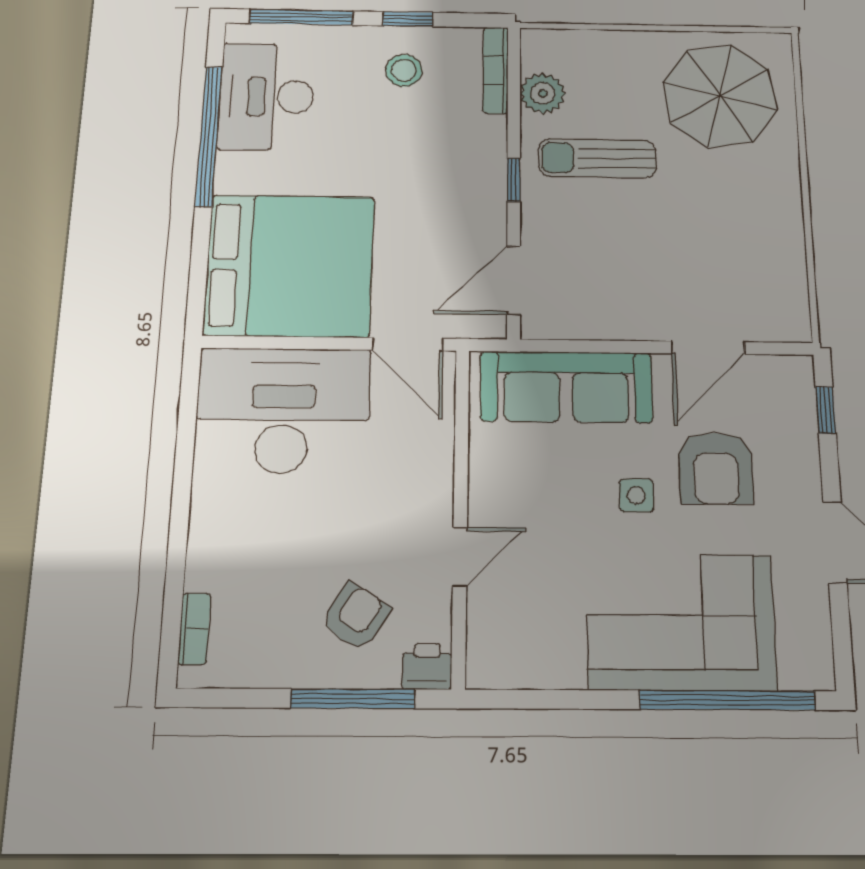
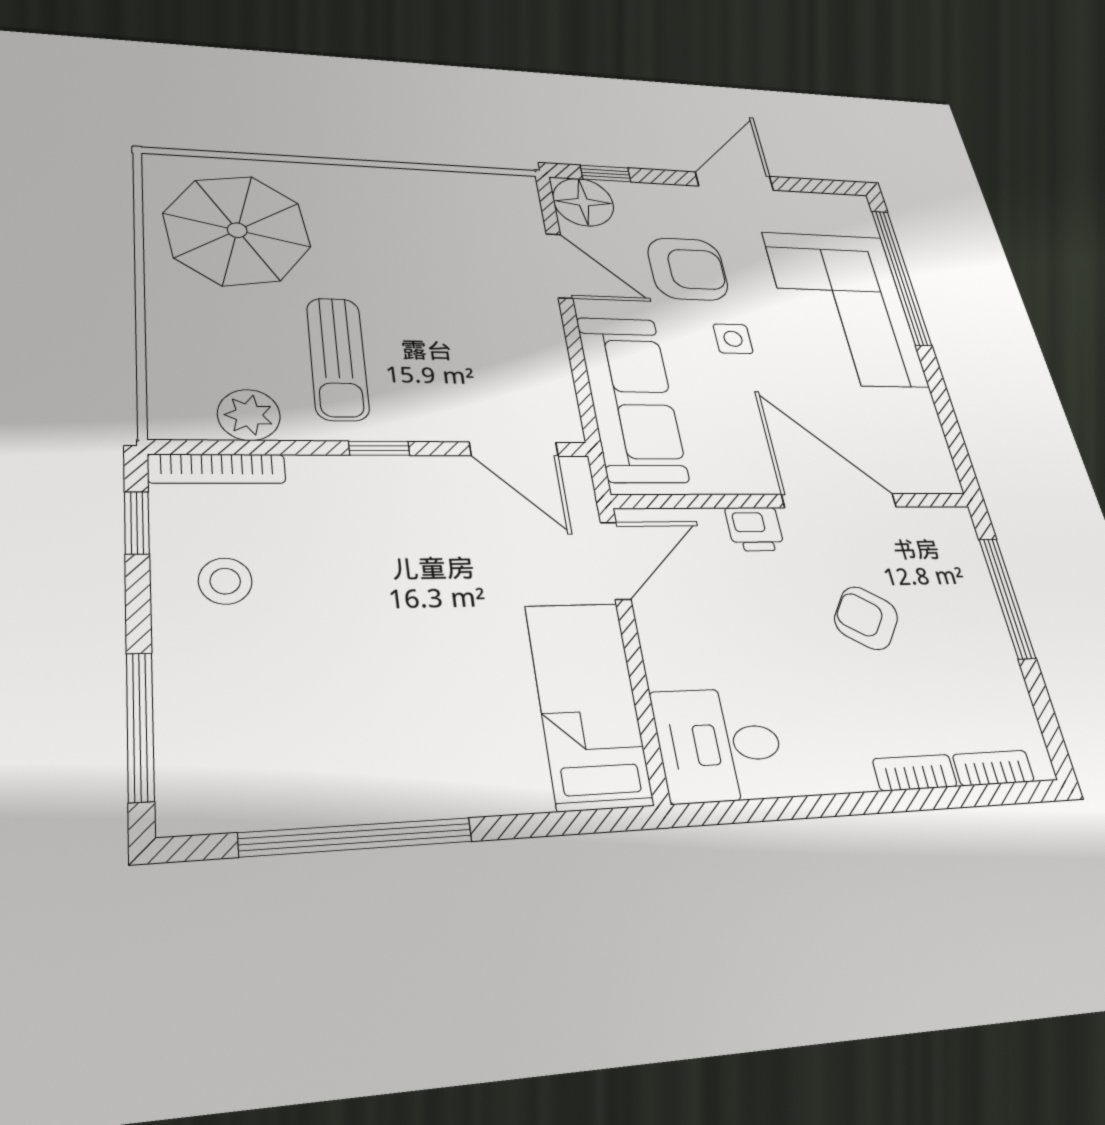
window: (408, 19) -> (137, 523), moved
desk: (267, 97) -> (283, 762), removed
bed: (290, 265) -> (588, 704), width x0.49
floor lamp: (787, 382) -> (583, 202), added
desk: (283, 410) -> (720, 744), width x0.53, depth x0.77
bookcase: (200, 554) -> (915, 773), added
door: (460, 557) -> (839, 501), width x1.88
armchair: (356, 616) -> (866, 618), moved
printer: (427, 667) -> (755, 529), moved, turned -90

